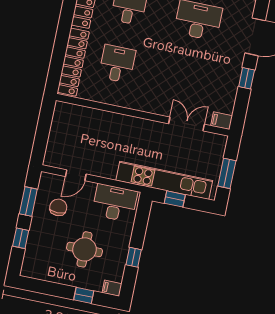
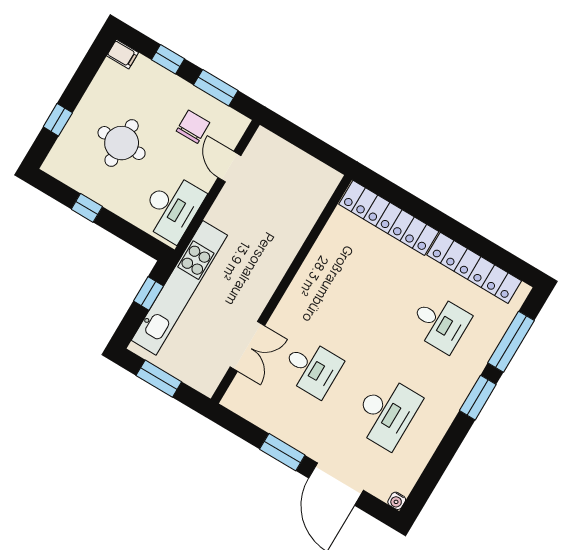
desk: (117, 64) -> (312, 368), moved
window: (247, 78) -> (282, 452), width x1.50
filing cabinet: (222, 121) -> (235, 397), removed
chair: (58, 207) -> (193, 127), turned -90
filing cabinet: (112, 288) -> (123, 54), moved, turned 90

